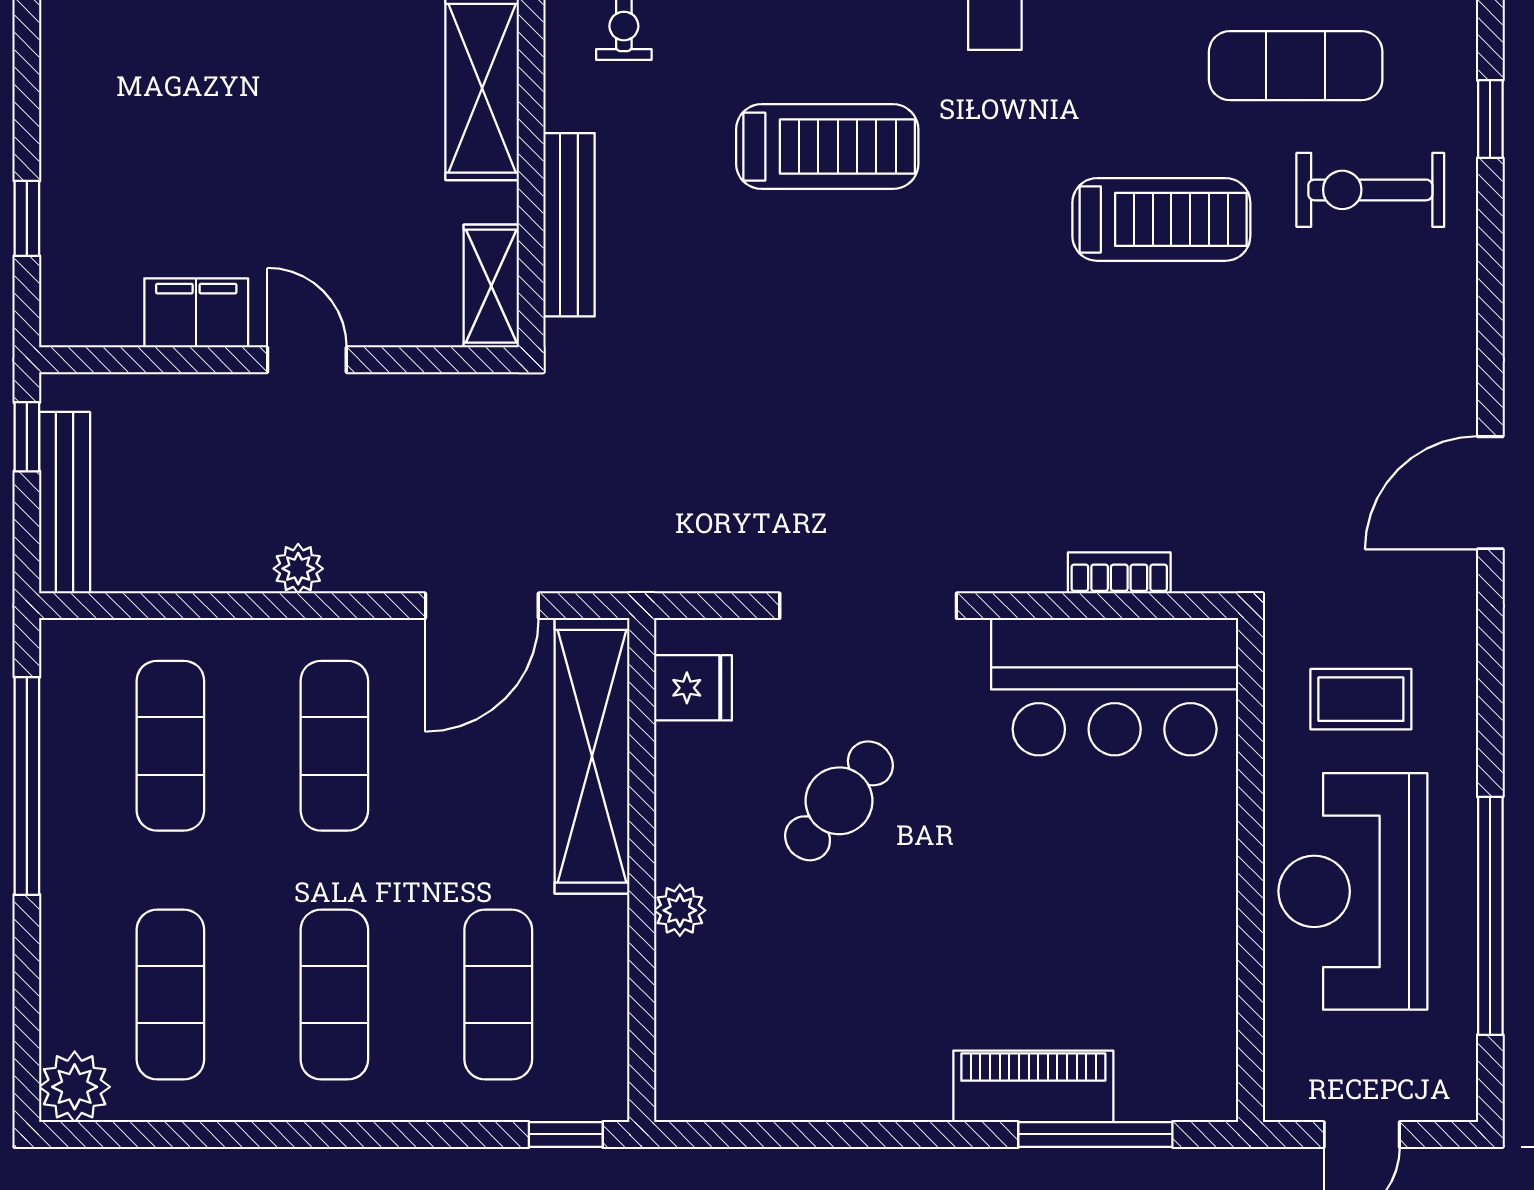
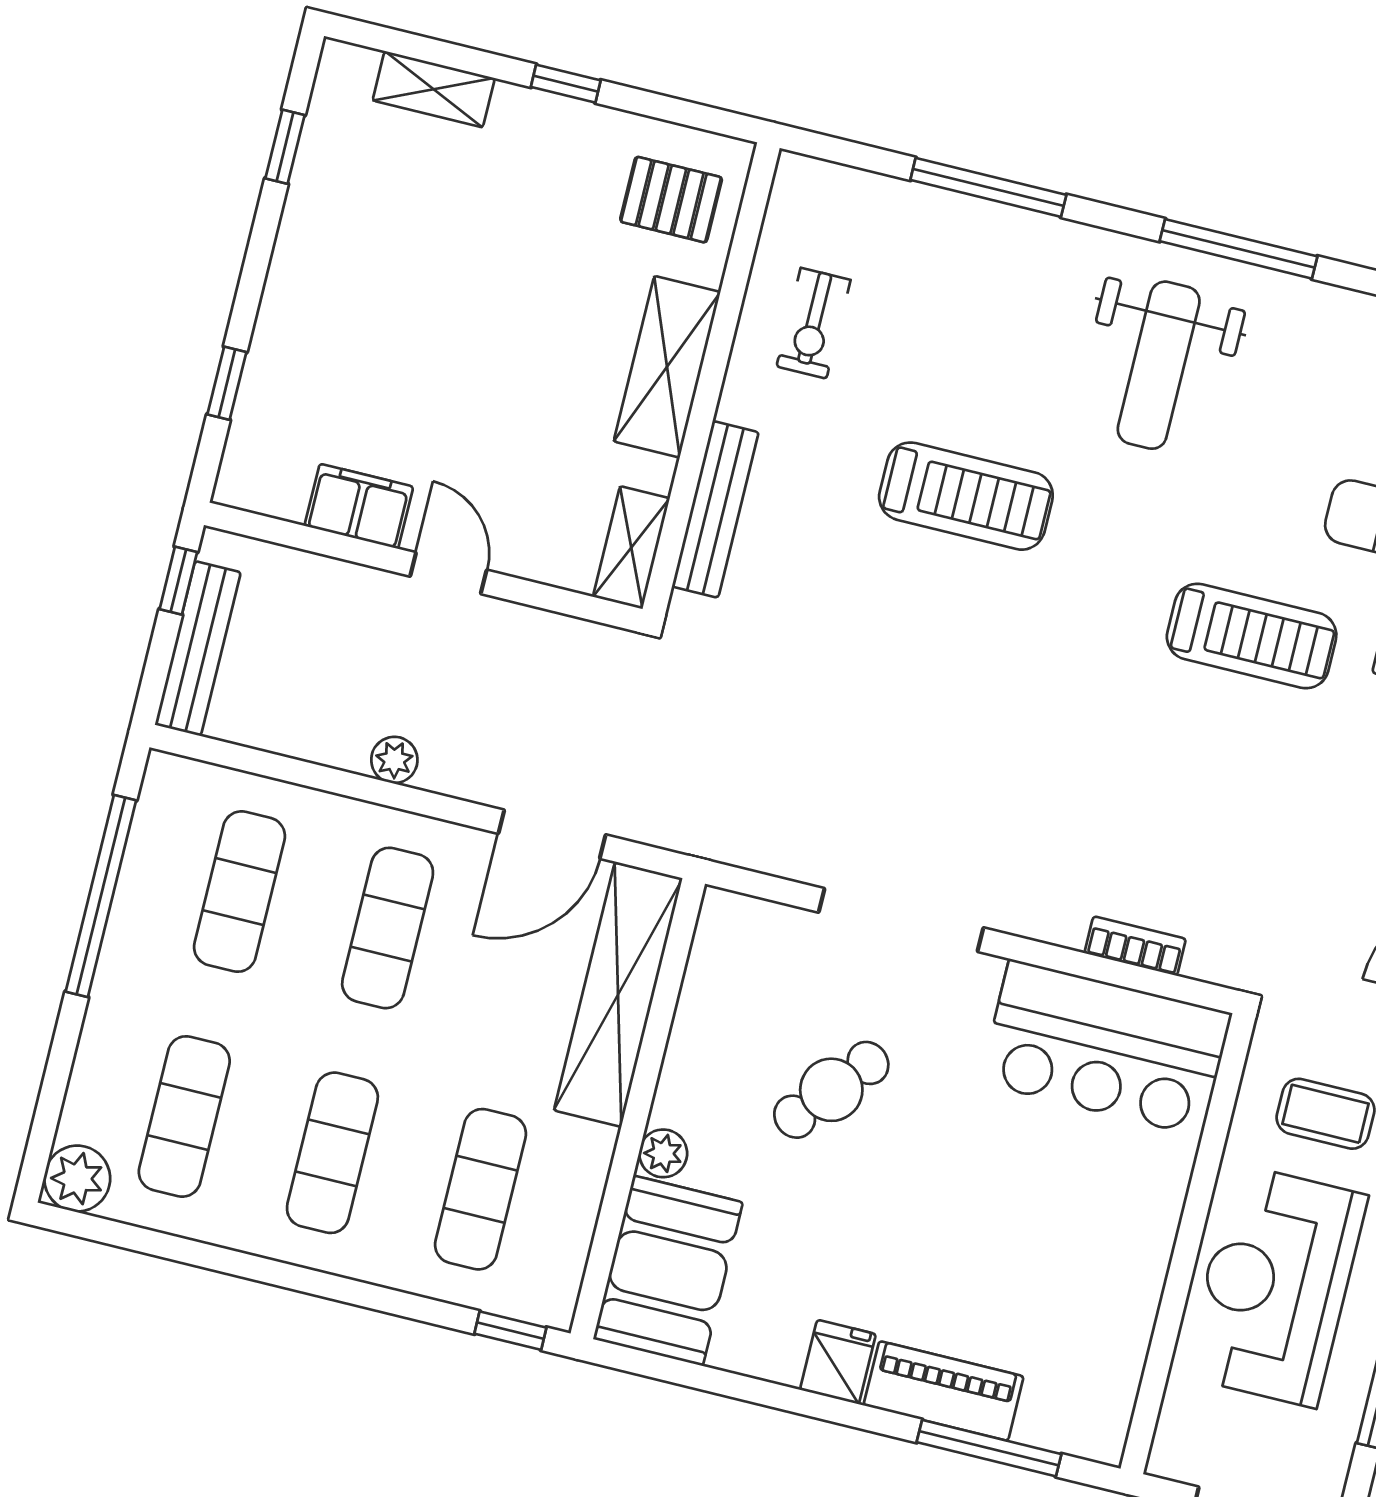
fridge: (693, 688) -> (838, 1362), moved, turned -90
booth: (715, 1032) -> (668, 1271), added

